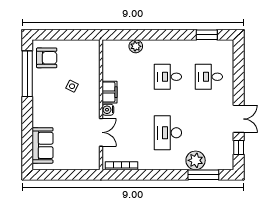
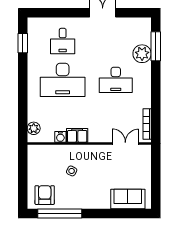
plant: (136, 46) -> (34, 128), moved
desk: (168, 77) -> (63, 80), width x1.87, depth x1.30
water cooler: (108, 110) -> (60, 137), moved
double door: (101, 132) -> (125, 143), moved
window: (239, 147) -> (130, 13), removed

